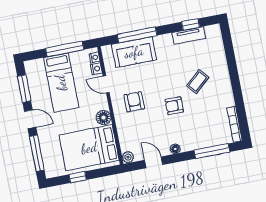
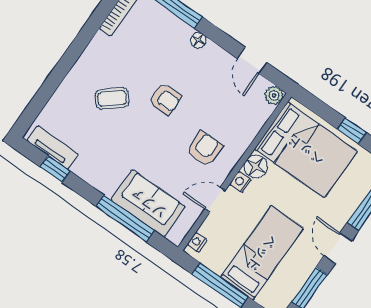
tv unit: (189, 35) -> (53, 147), moved
nightstand: (96, 69) -> (240, 182), moved
door: (106, 84) -> (215, 200), swing flipped
armchair: (134, 102) -> (204, 149), turned 180
floor lamp: (175, 149) -> (198, 40), moved

